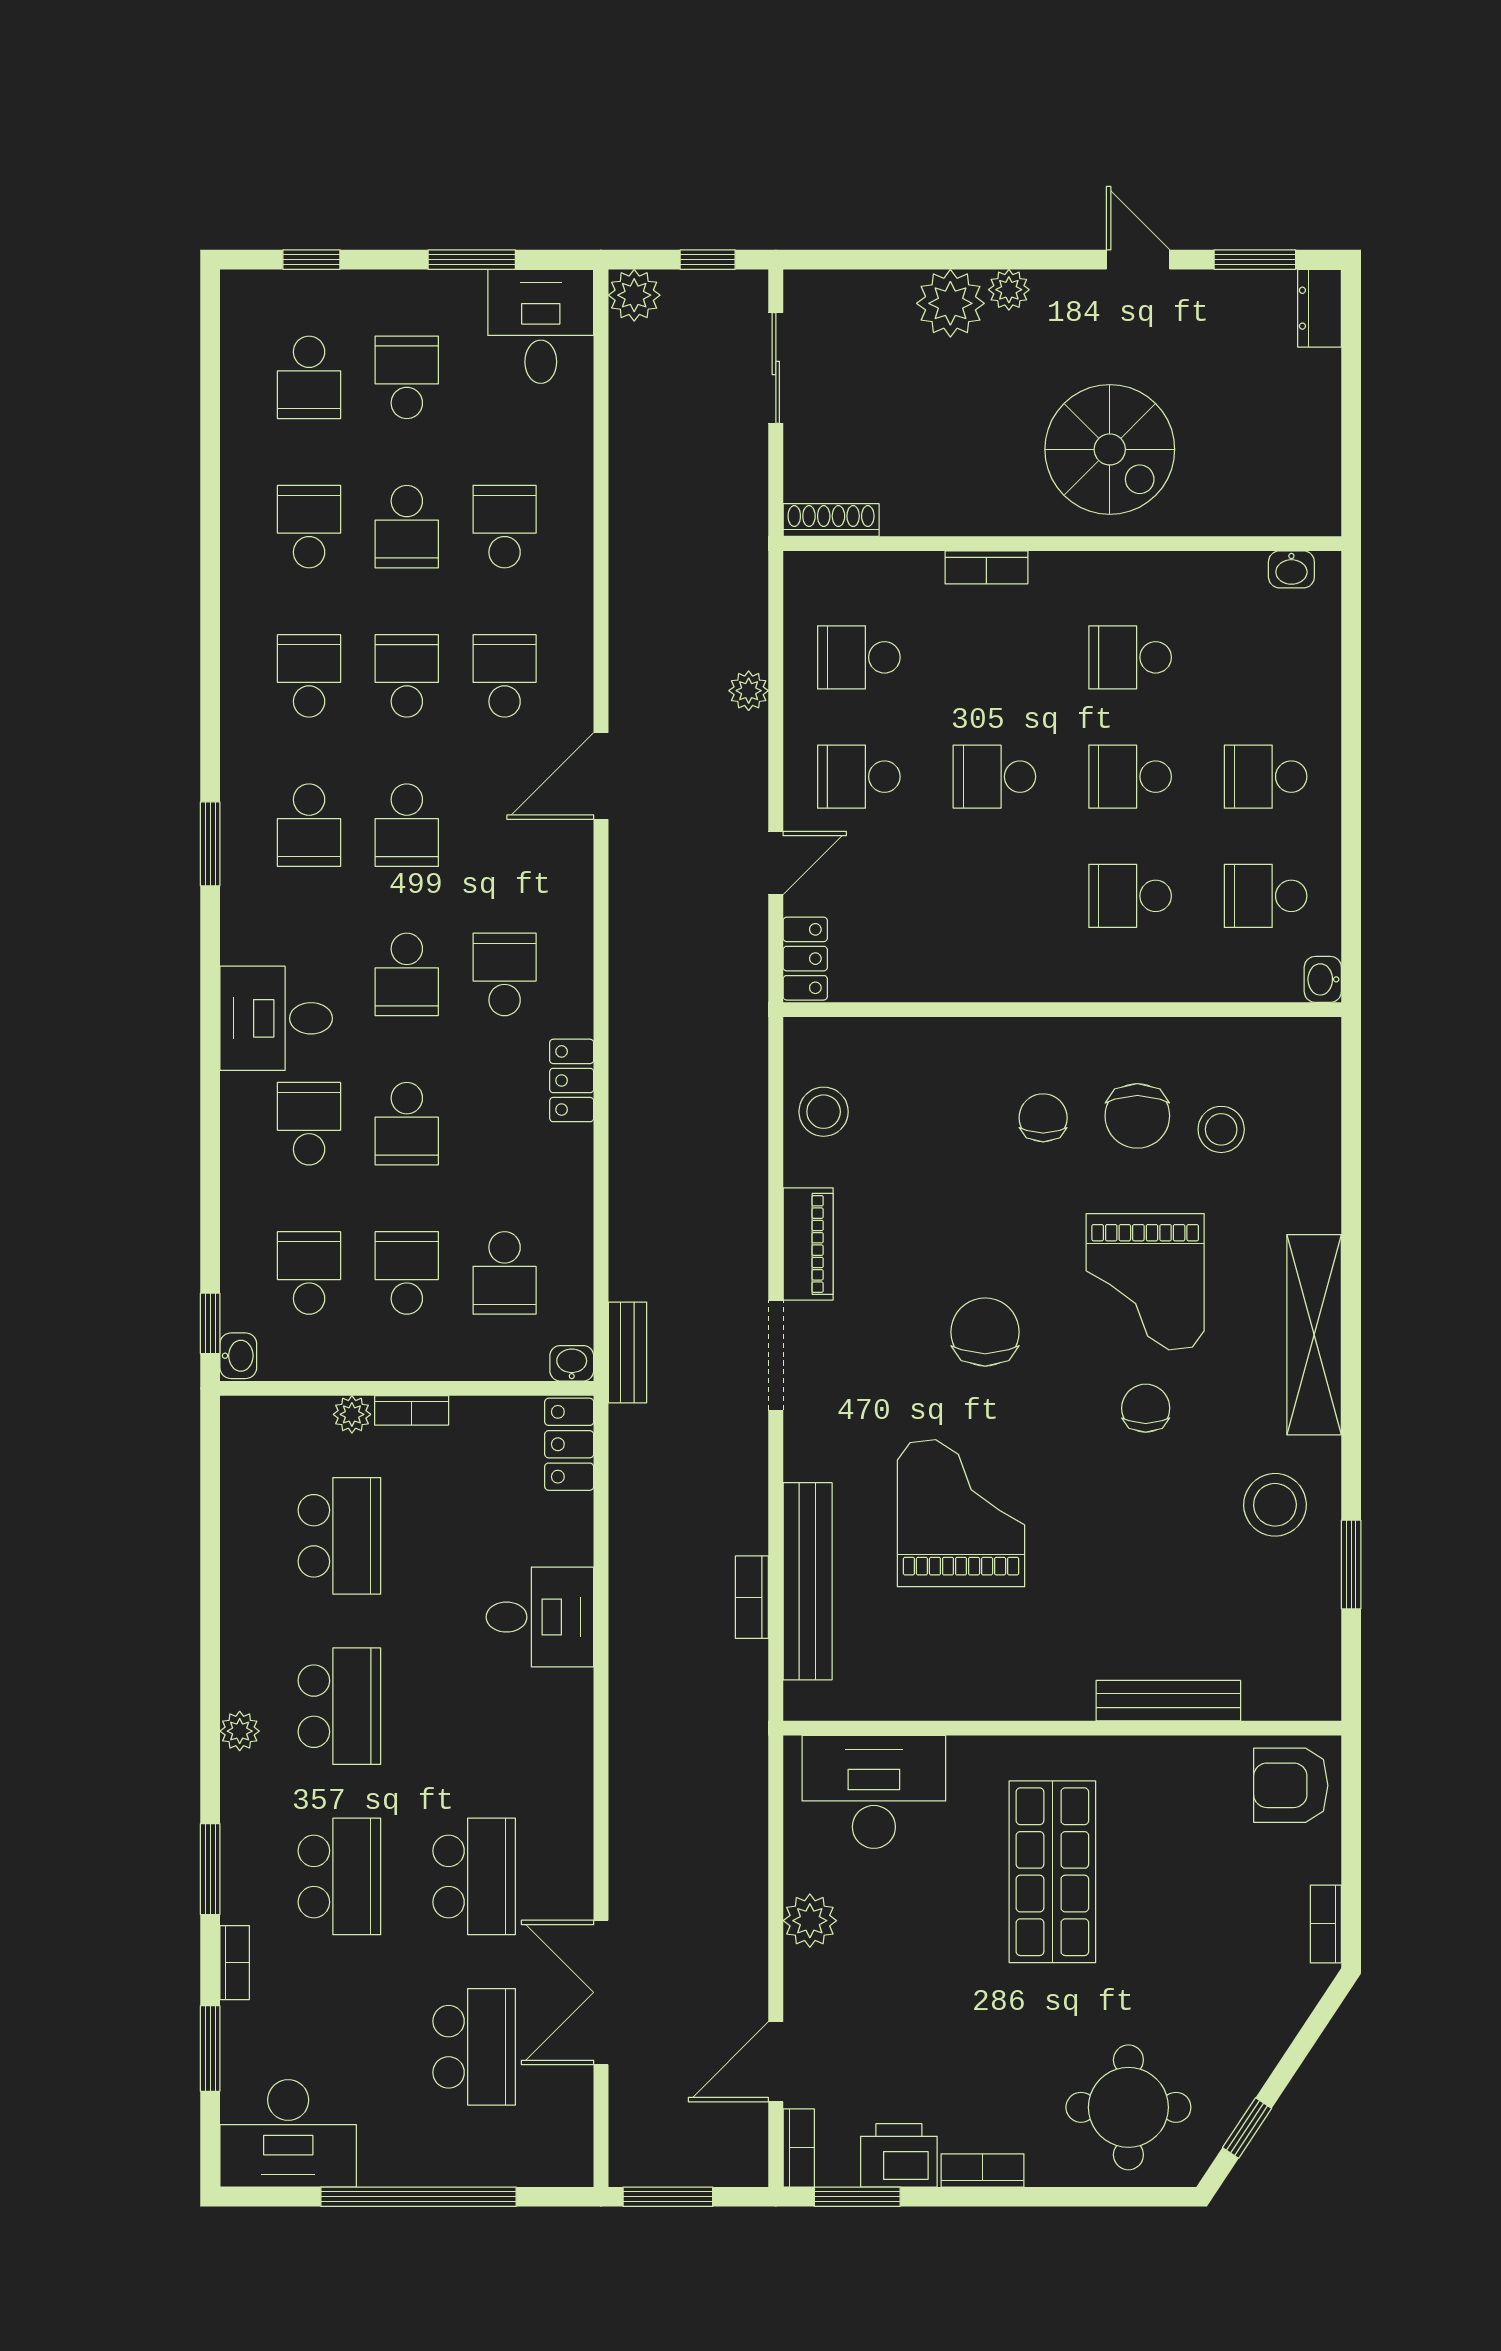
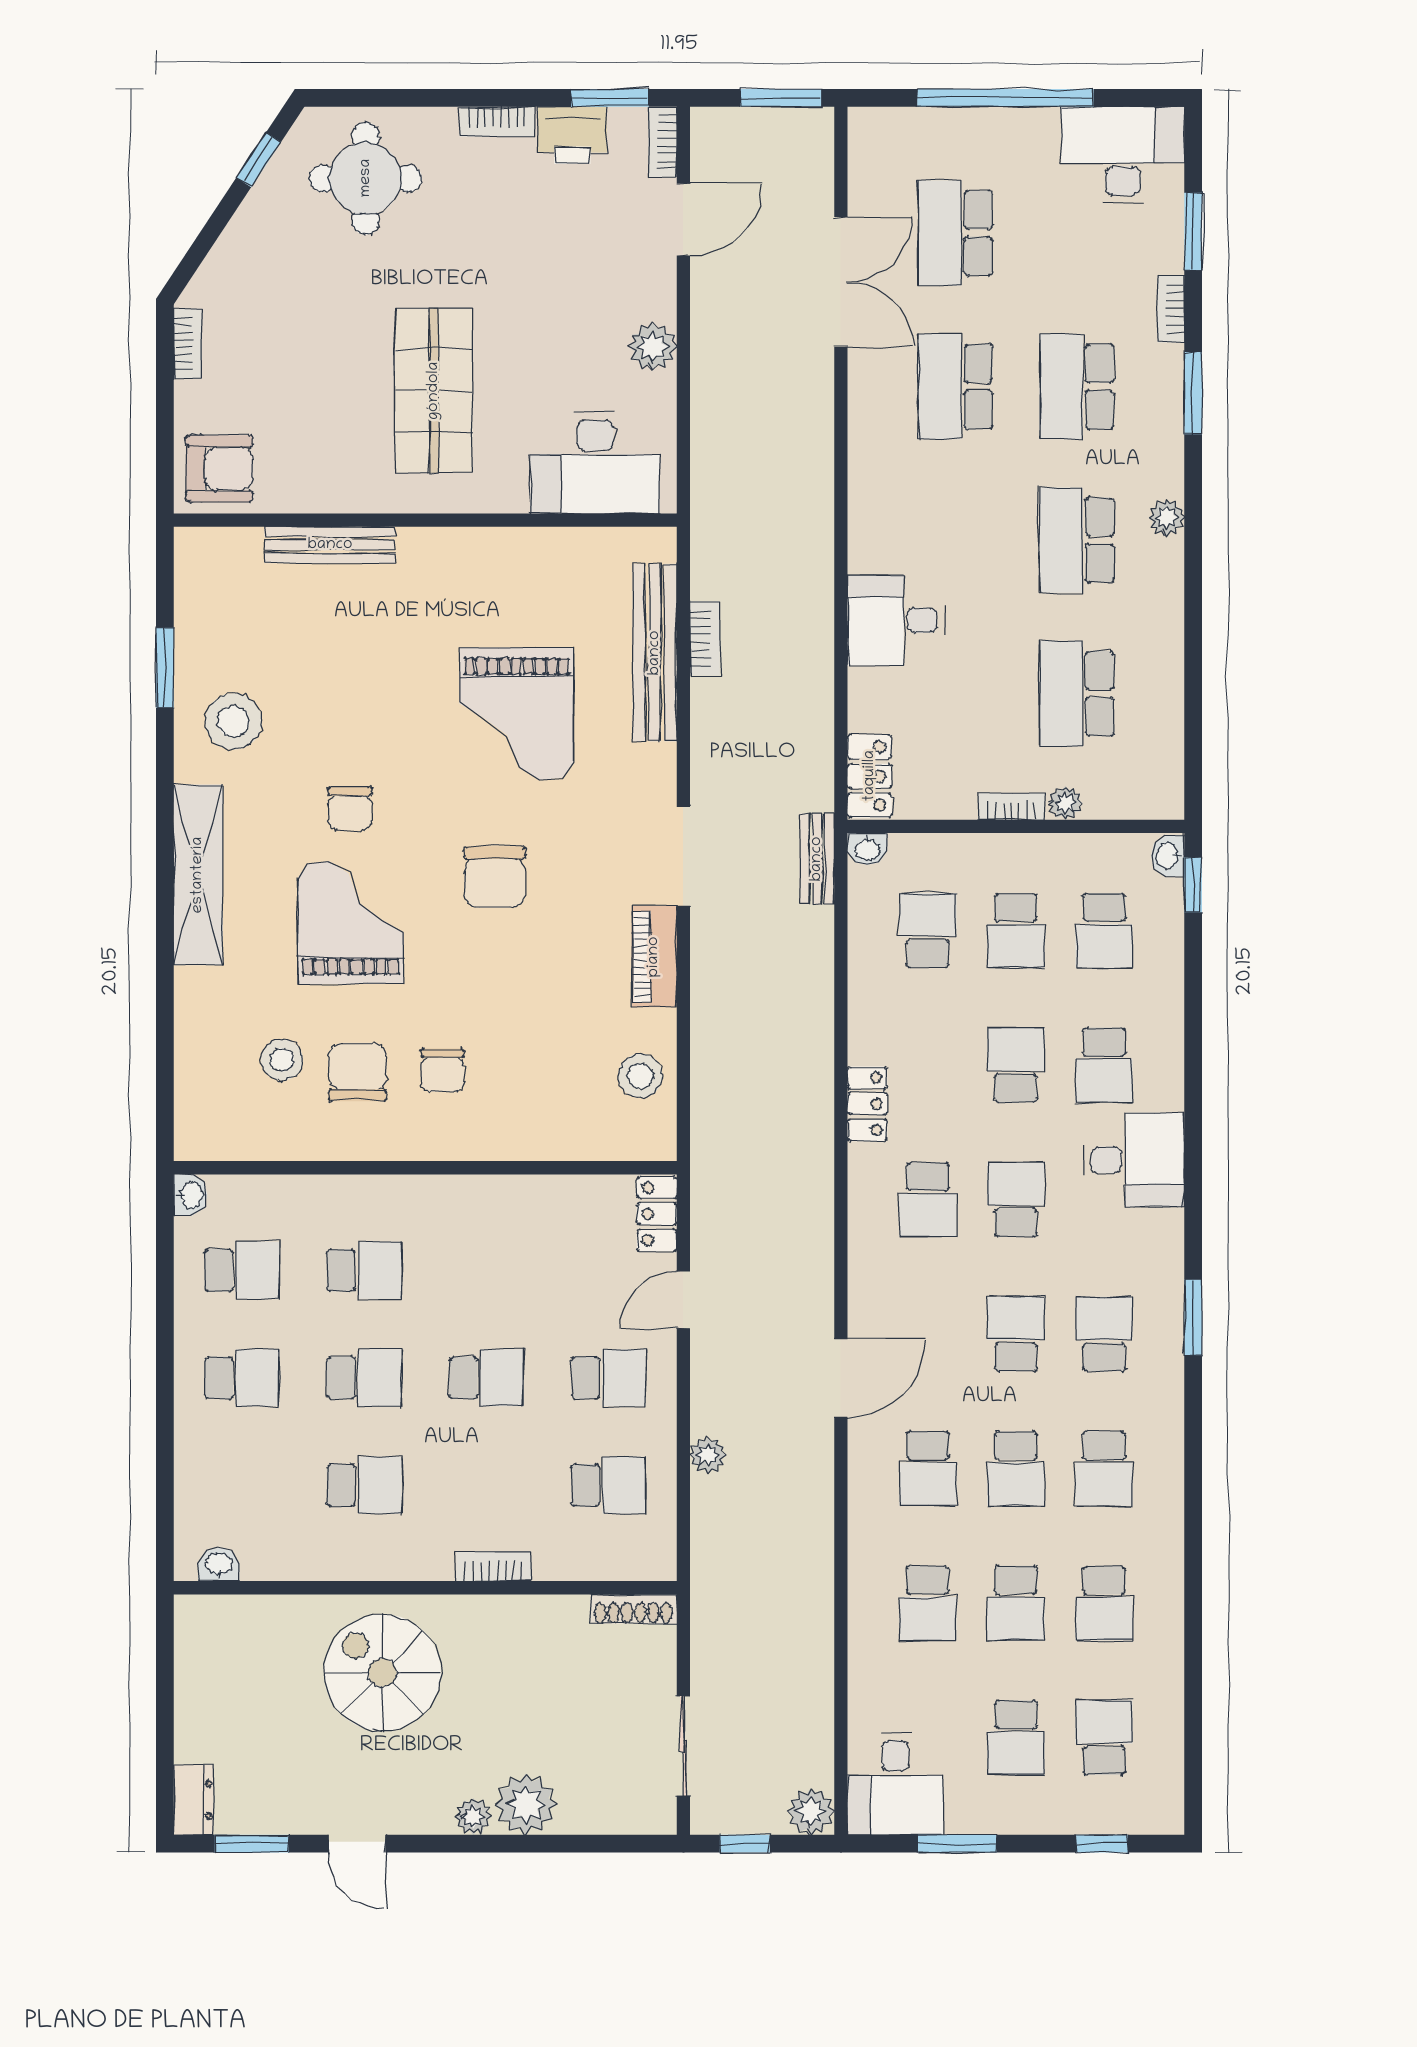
school desk: (407, 527) -> (1016, 1603), turned 180

